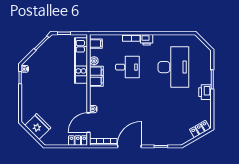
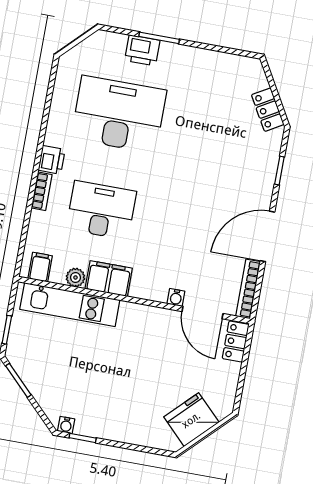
desk: (127, 67) -> (101, 210), width x1.37
printer: (205, 92) -> (142, 50), moved
locker: (200, 129) -> (268, 110), moved
door: (129, 146) -> (268, 236), hinge flipped

